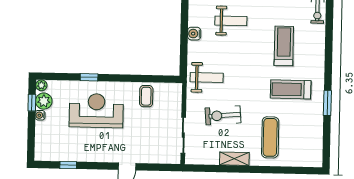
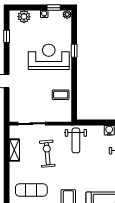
plant: (44, 101) -> (24, 17), moved
reception desk: (96, 111) -> (49, 57), turned -90
shelving: (234, 159) -> (14, 150), moved

